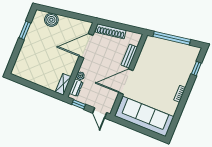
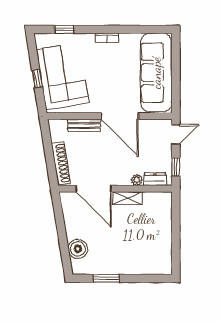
window: (172, 38) -> (37, 79), width x0.32
corner sofa: (167, 55) -> (63, 76), added
shelving: (63, 84) -> (127, 198), moved

